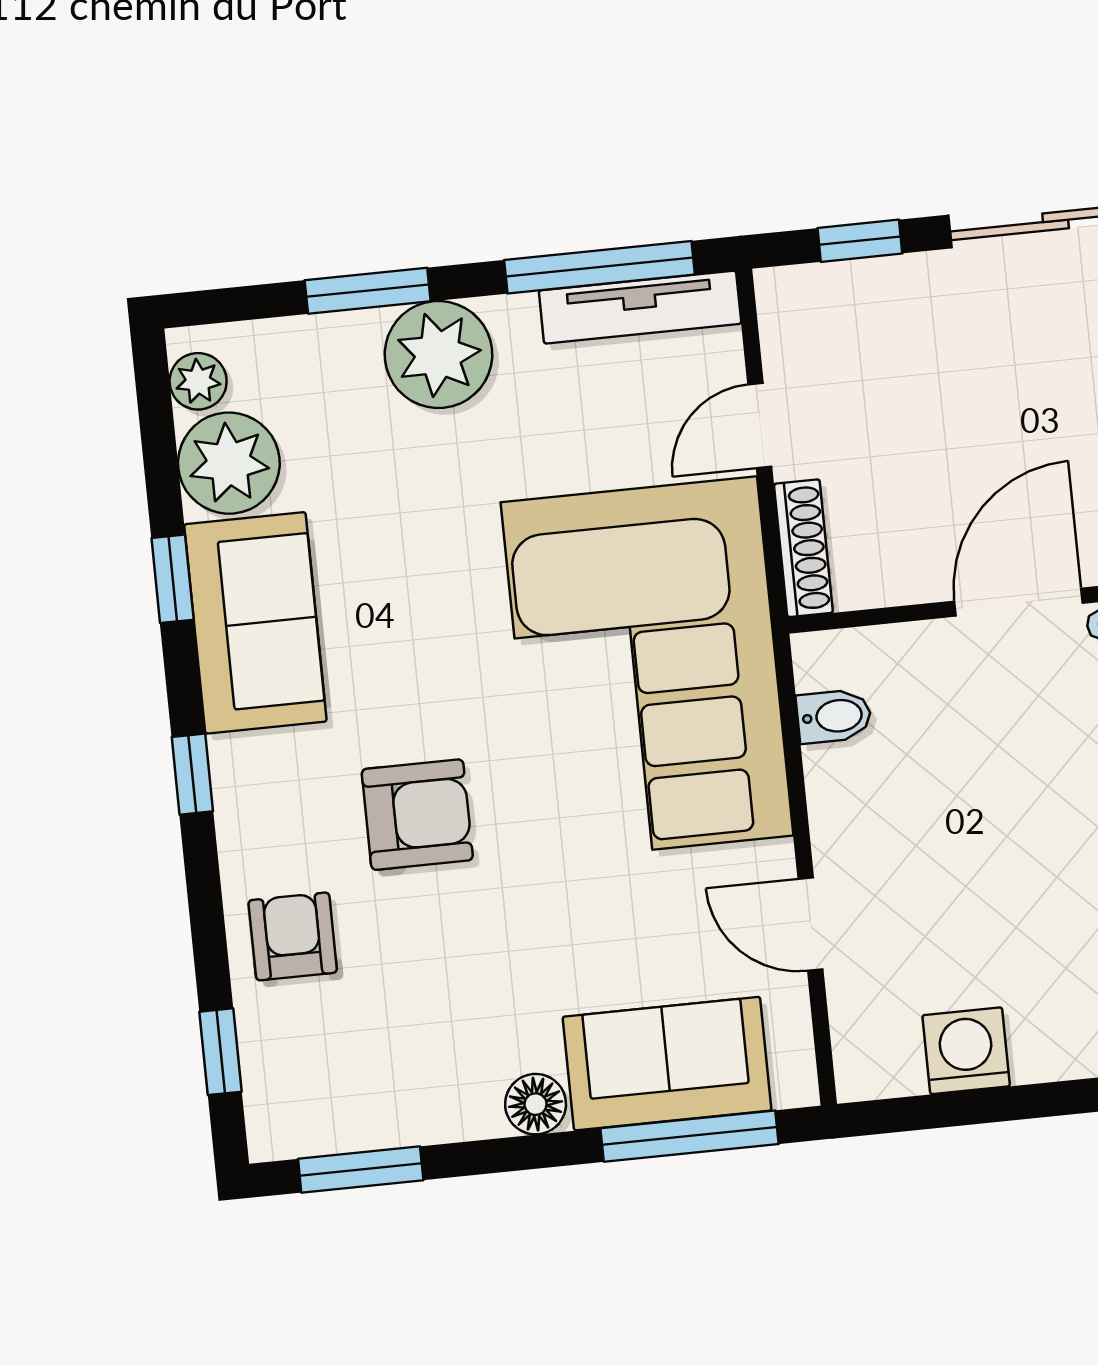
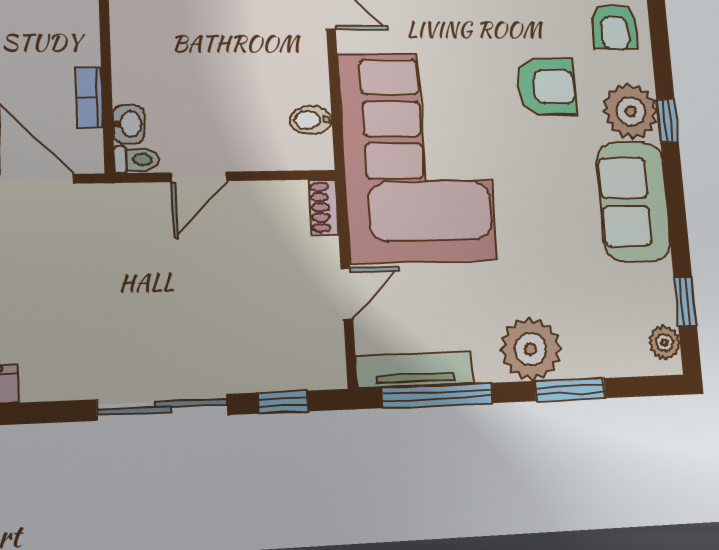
plant: (229, 463) -> (631, 111), moved
shoe rack: (803, 548) -> (324, 207), width x0.70
window: (173, 579) -> (685, 302), moved
door: (1018, 602) -> (199, 177), width x0.73
armchair: (417, 815) -> (547, 87), turned 180

